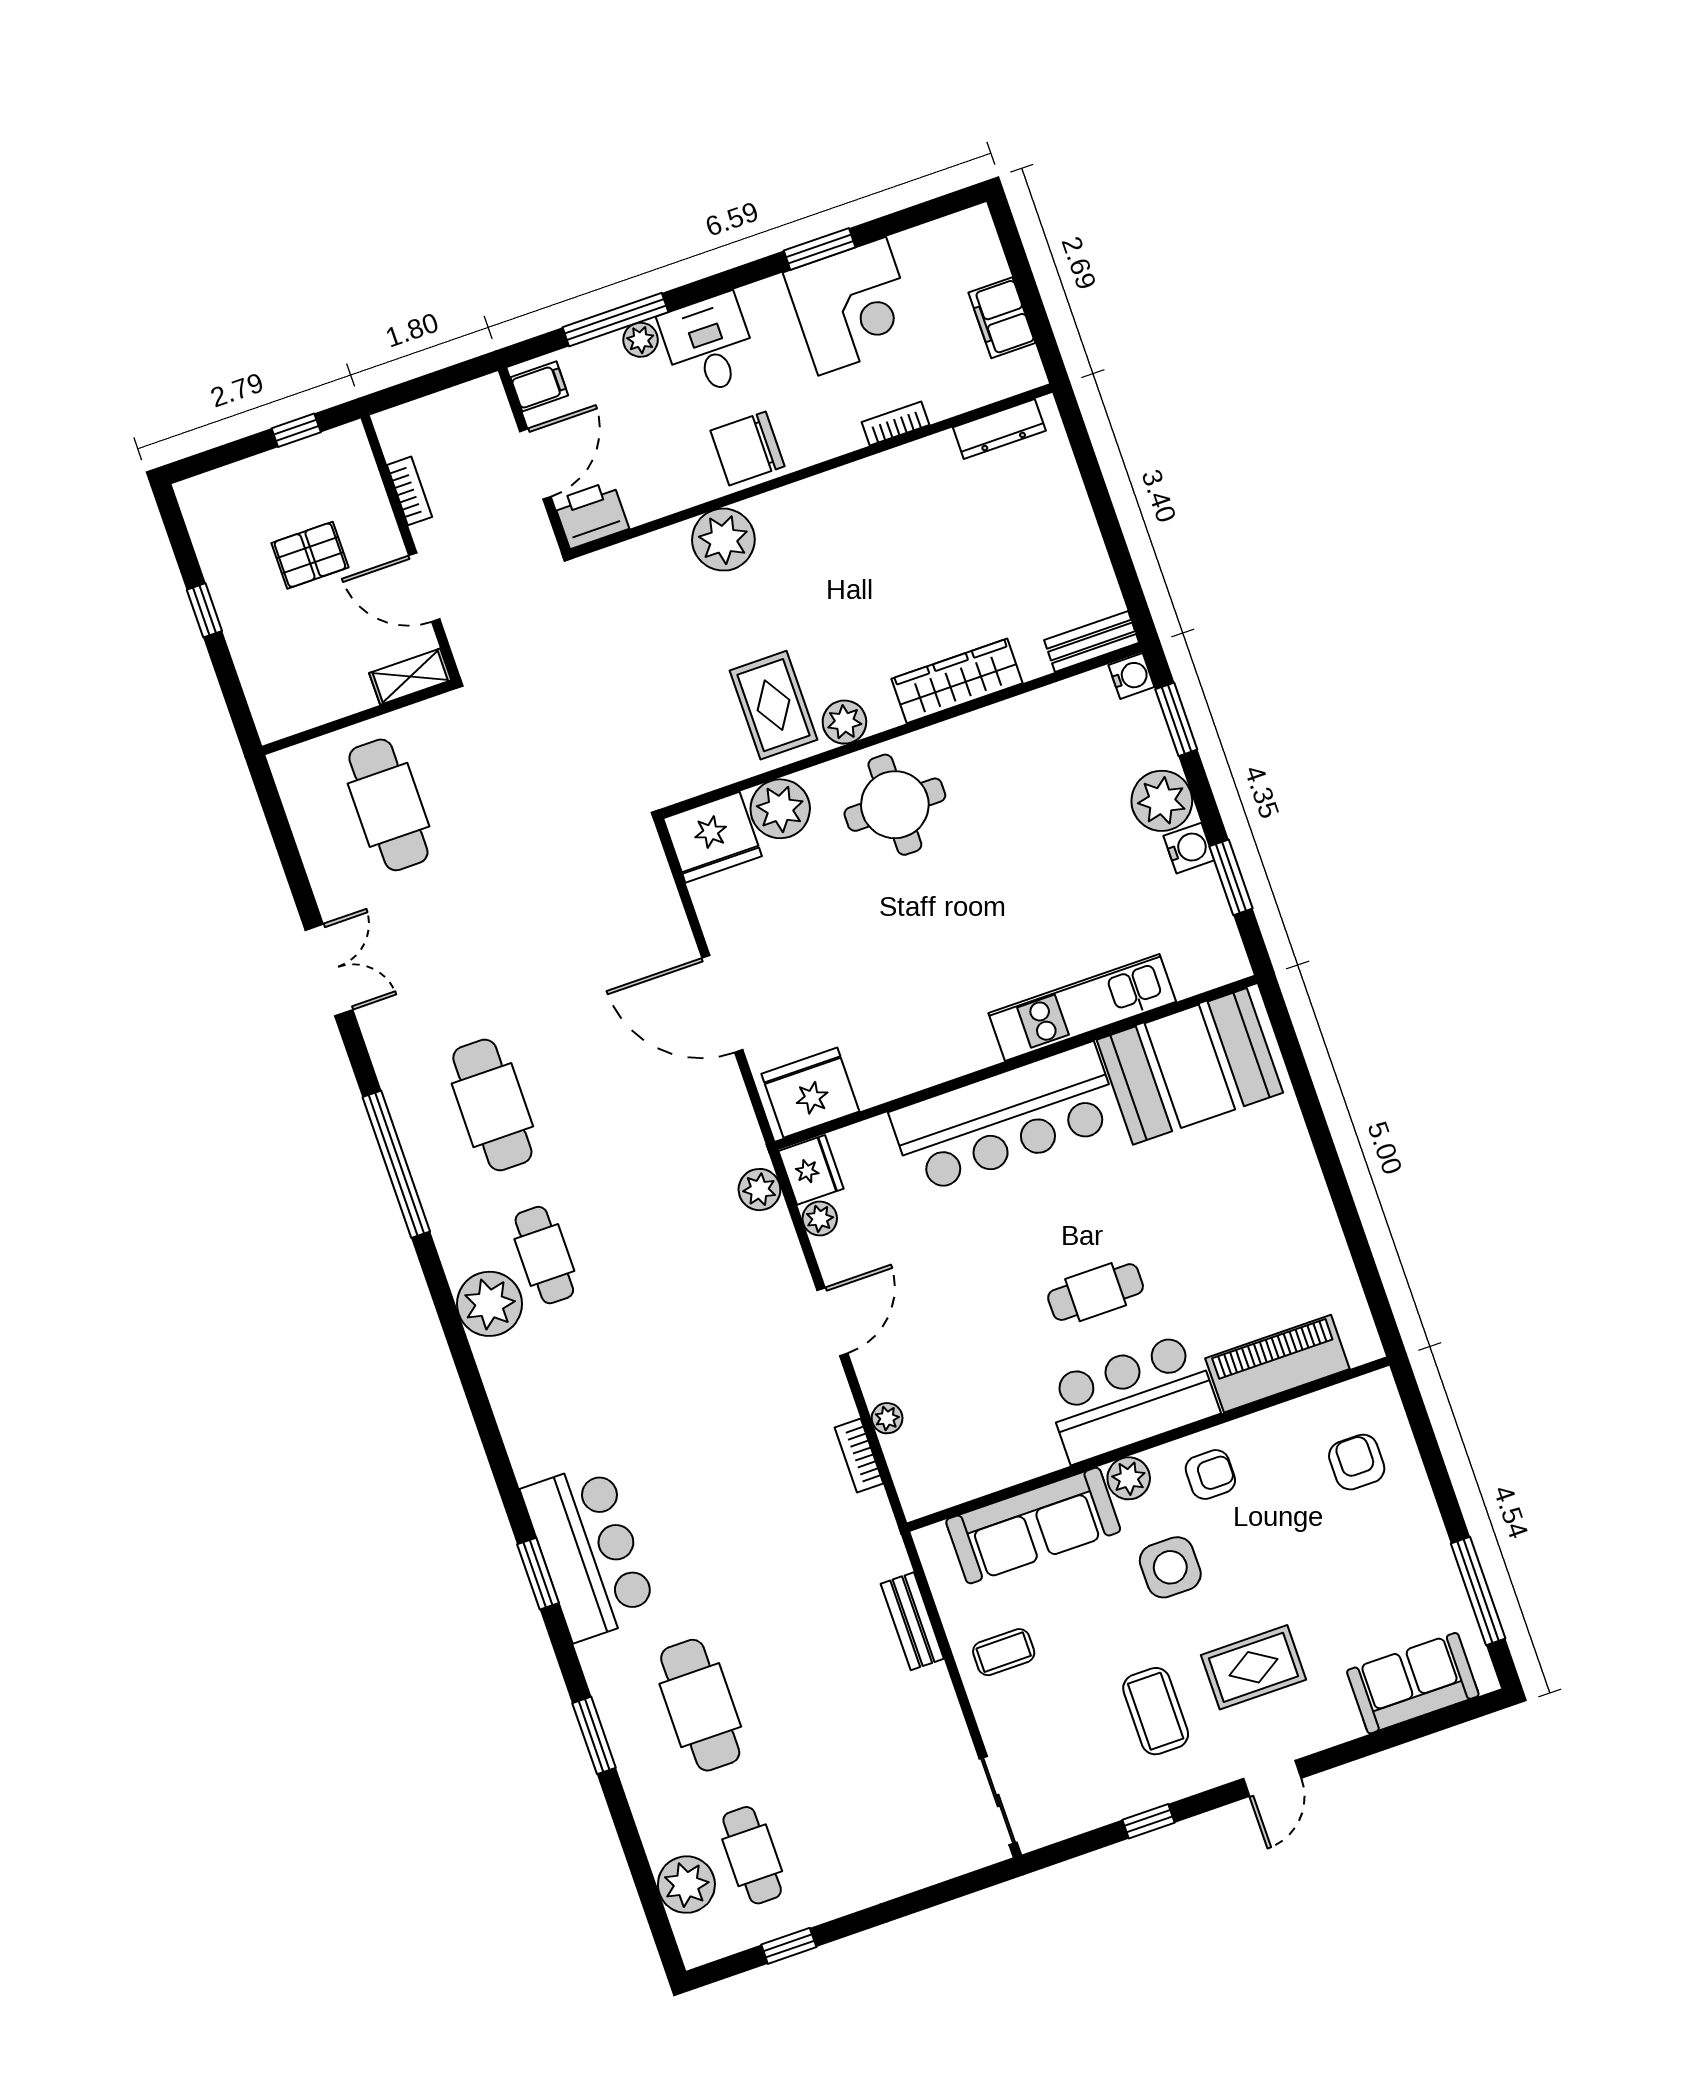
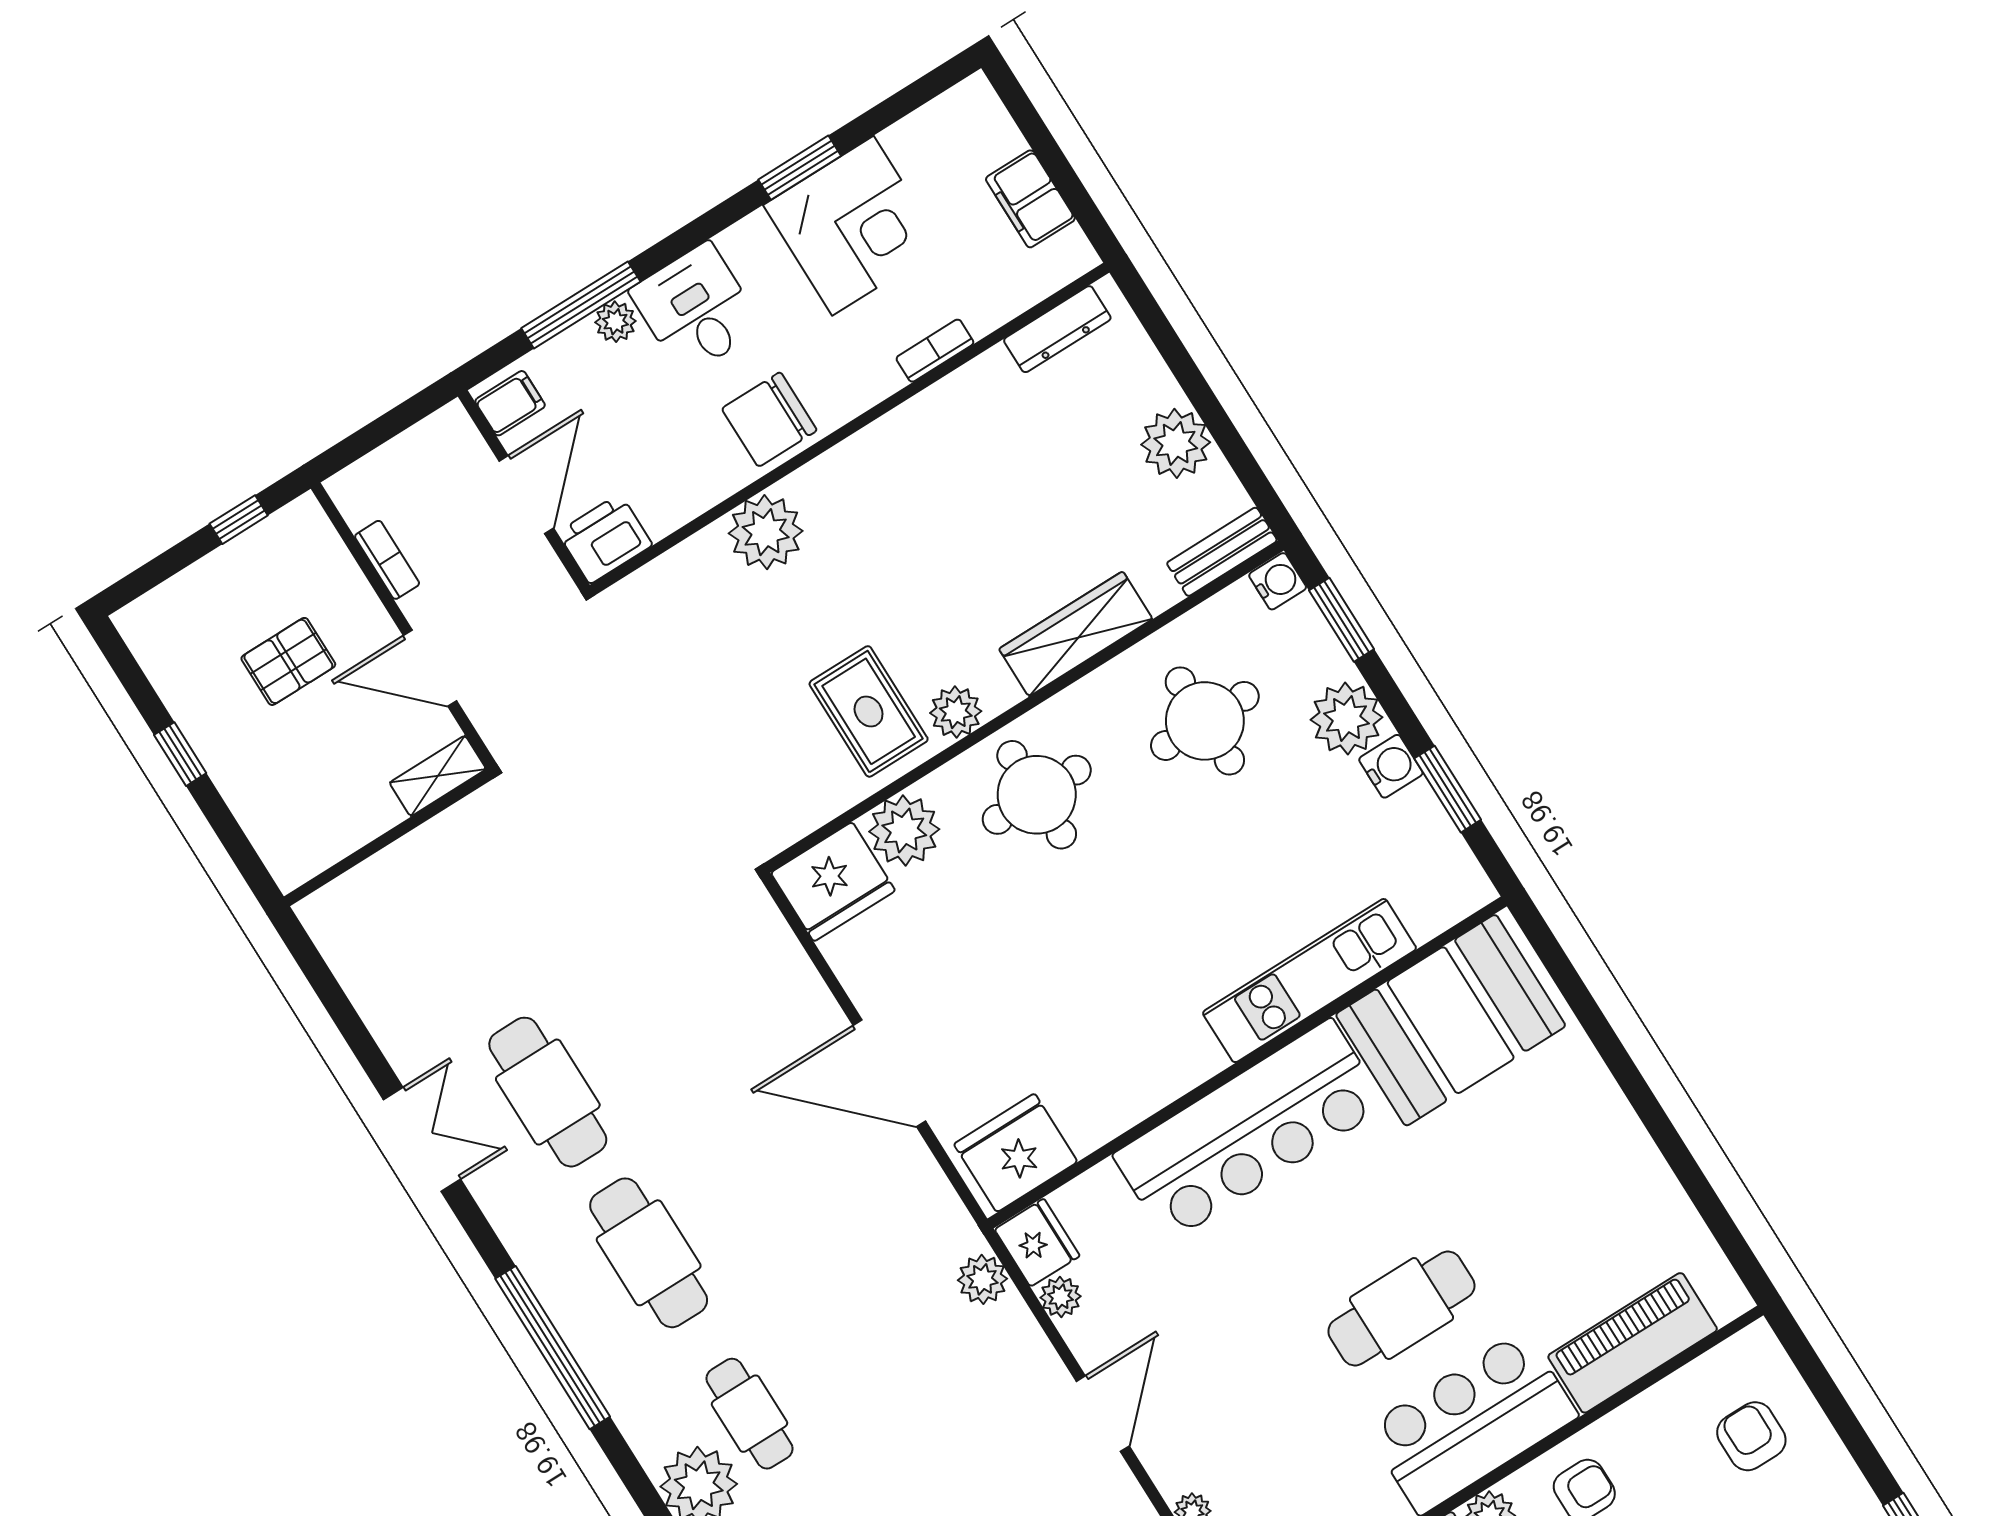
plant: (1074, 544) -> (1176, 443), added
round table: (1046, 776) -> (1205, 721), added
cafe table: (388, 805) -> (548, 1092), moved
cafe table: (1096, 1292) -> (1401, 1308), width x1.37, depth x1.35

